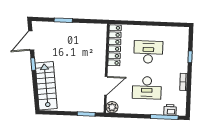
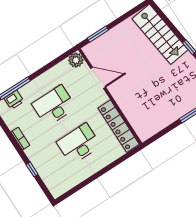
desk: (148, 52) -> (79, 144), turned 180
door: (106, 86) -> (98, 78), swing flipped

